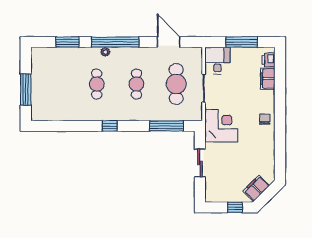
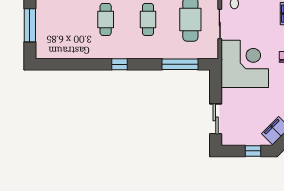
corner desk: (221, 126) -> (245, 64), width x1.36, depth x1.36
sliding door: (200, 163) -> (216, 119), moved

